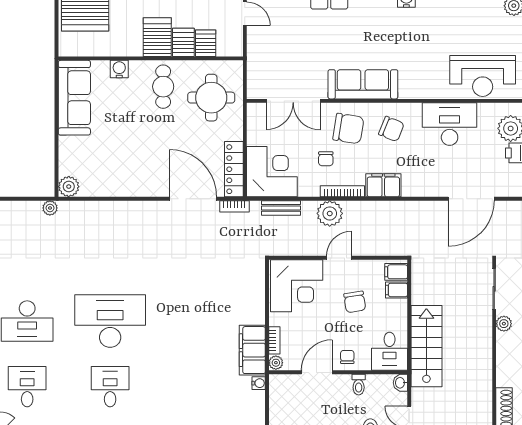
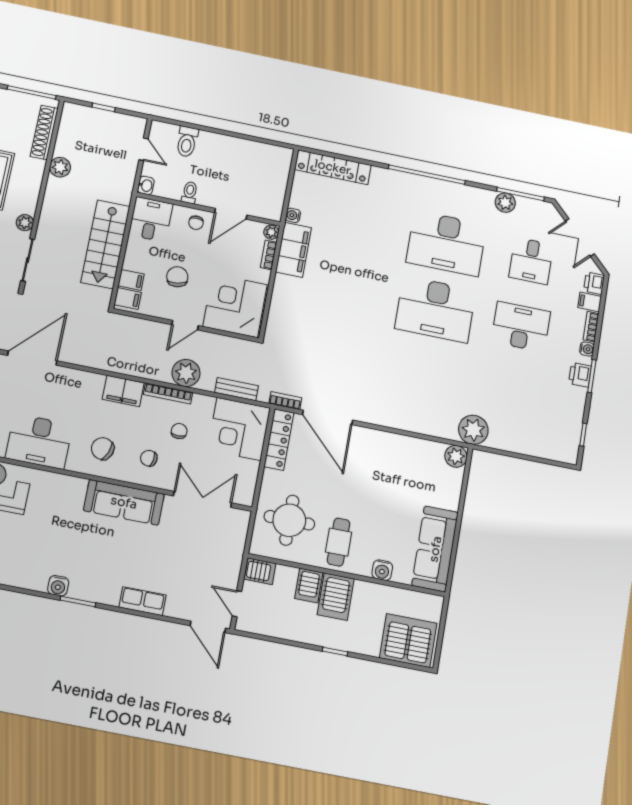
server rack: (206, 43) -> (260, 571), moved, turned -90
chair: (348, 129) -> (149, 458), width x0.54, depth x0.54
plant: (50, 208) -> (473, 430), width x1.88, depth x1.88
stairs: (426, 346) -> (105, 244), moved
plant: (483, 383) -> (60, 167), added
desk: (110, 387) -> (446, 243), width x1.87, depth x1.30

